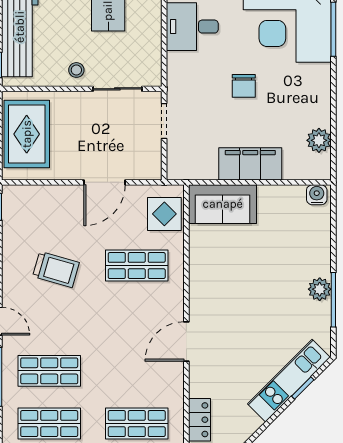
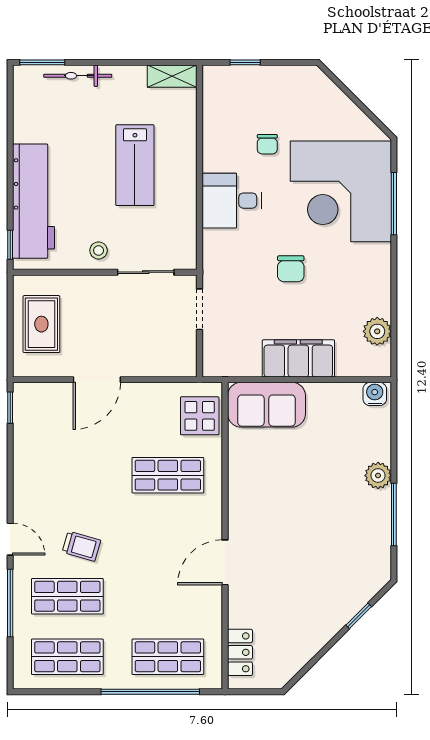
rug: (27, 134) -> (41, 324), width x0.73, depth x0.70
door: (104, 182) -> (97, 380), moved
trolley: (56, 269) -> (81, 546), moved, width x0.73, depth x0.72
plant: (320, 289) -> (378, 476), moved
kitchen unit: (289, 381) -> (343, 607), removed

